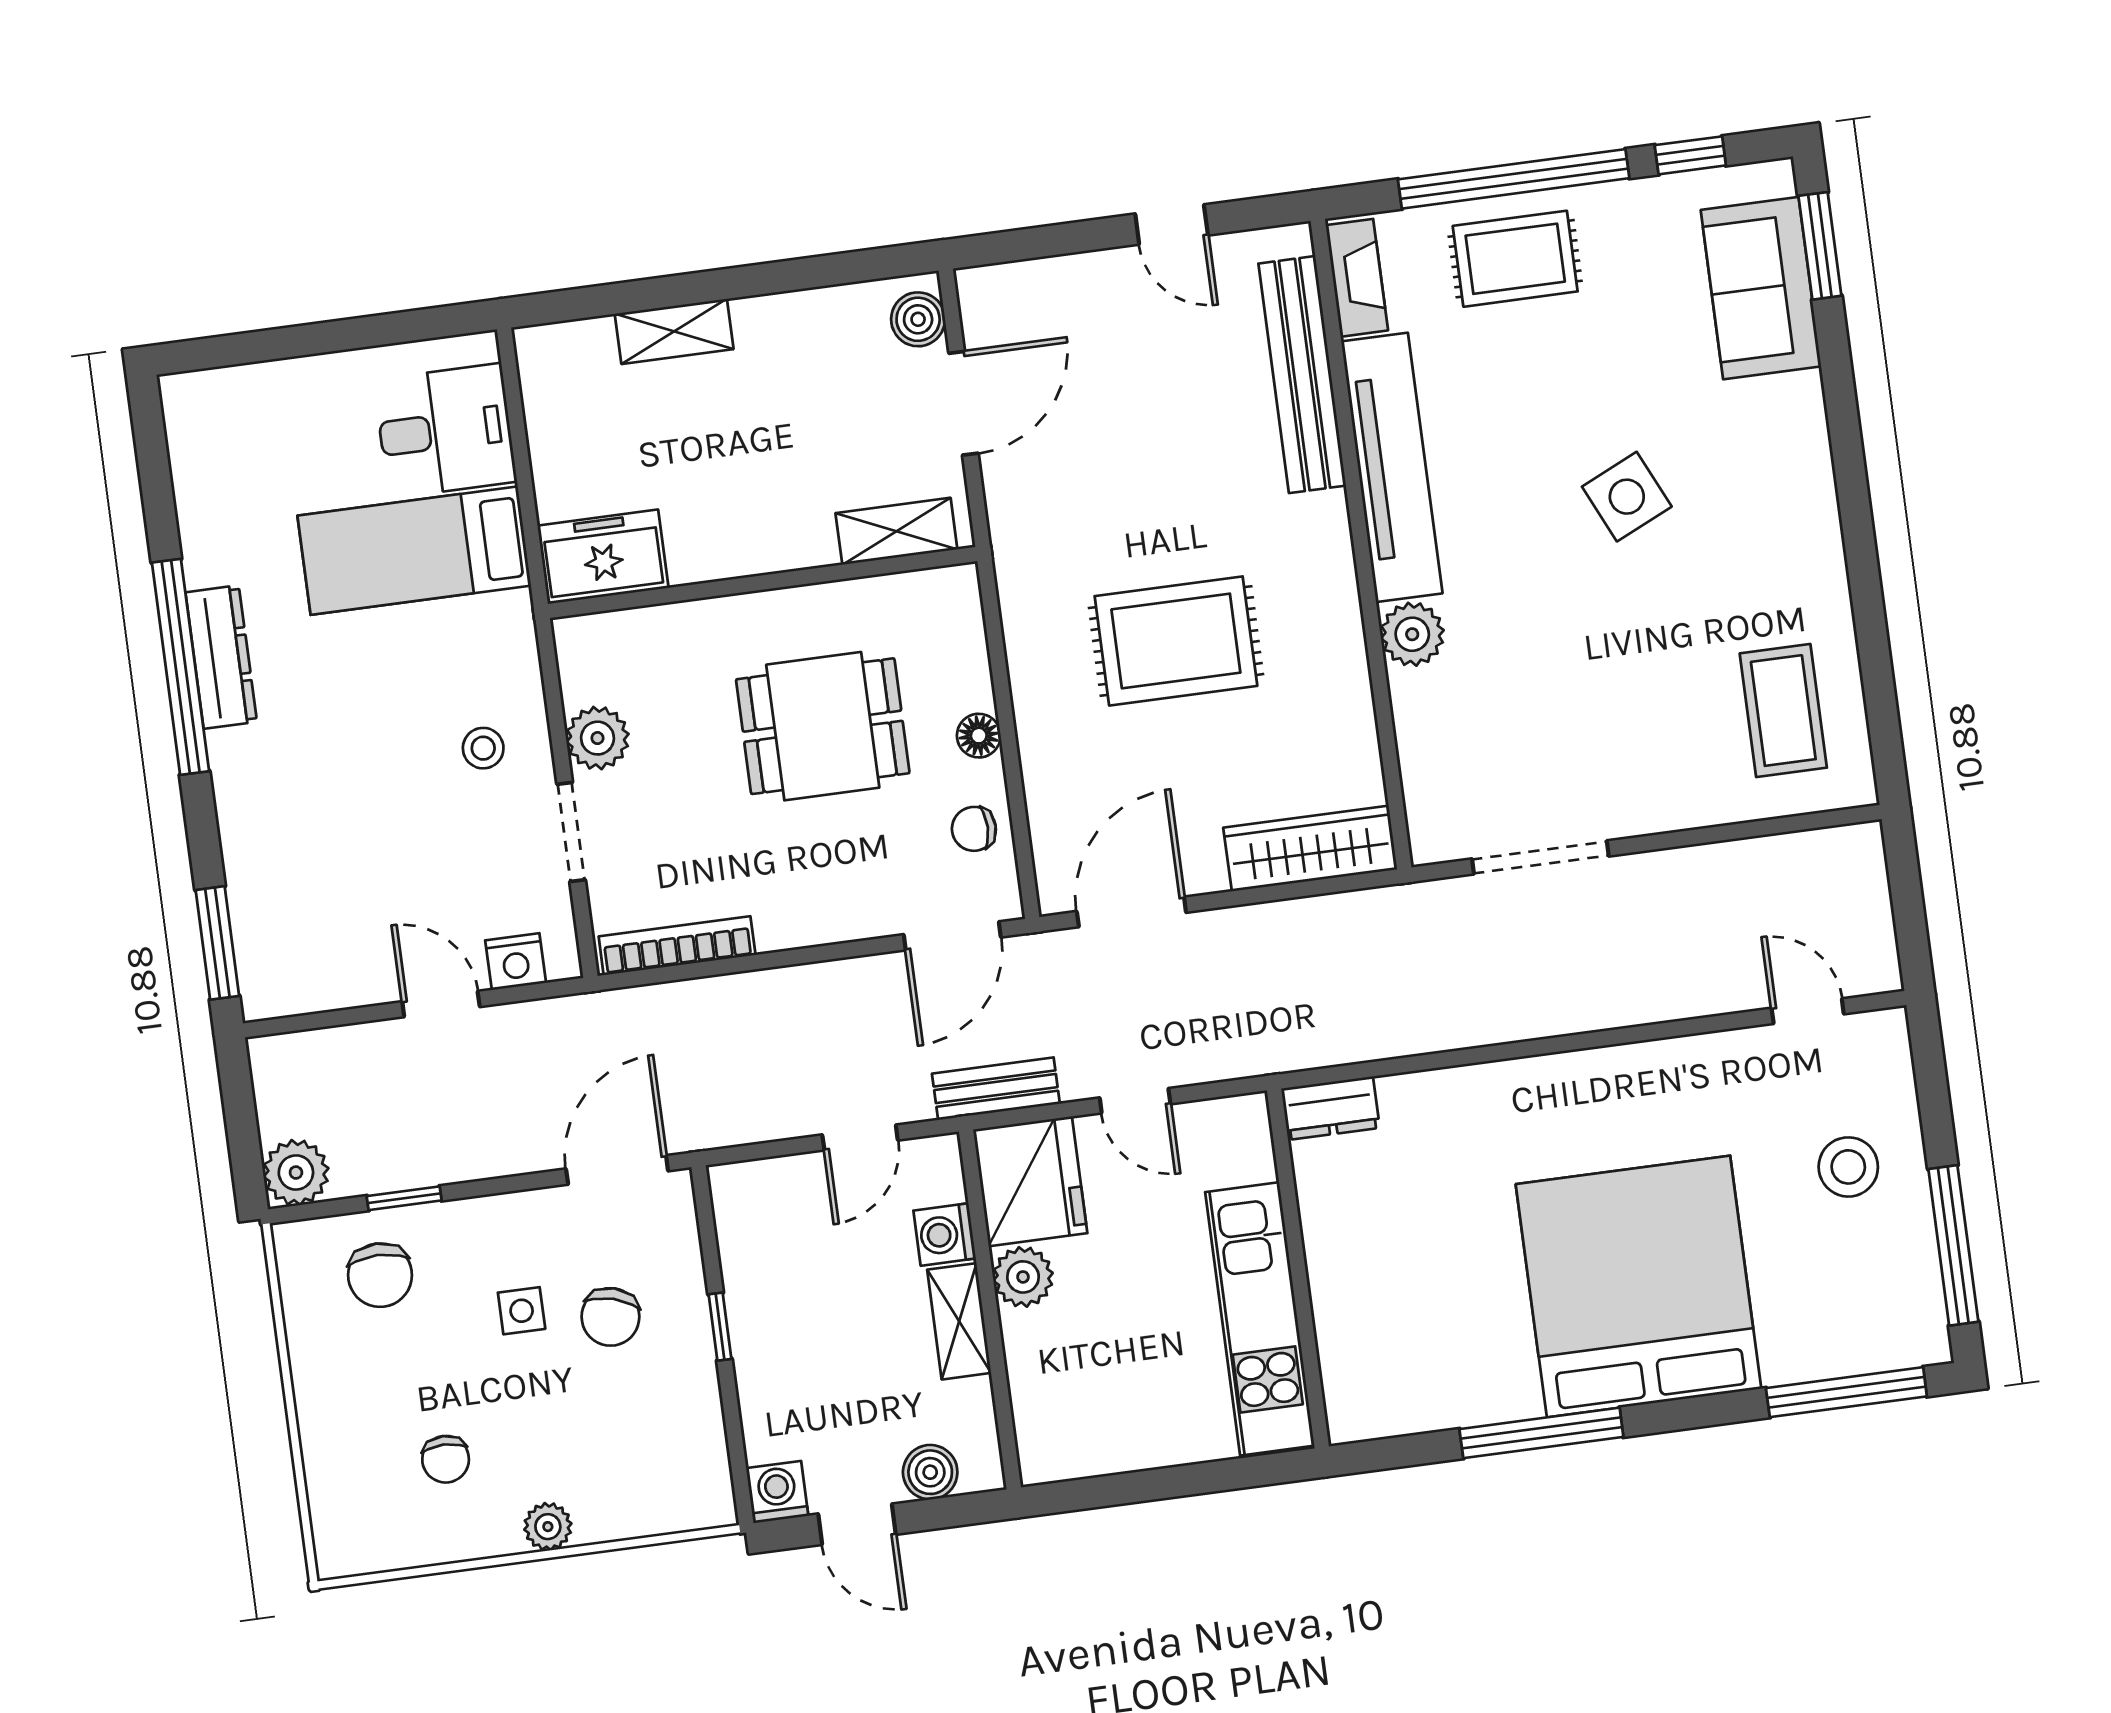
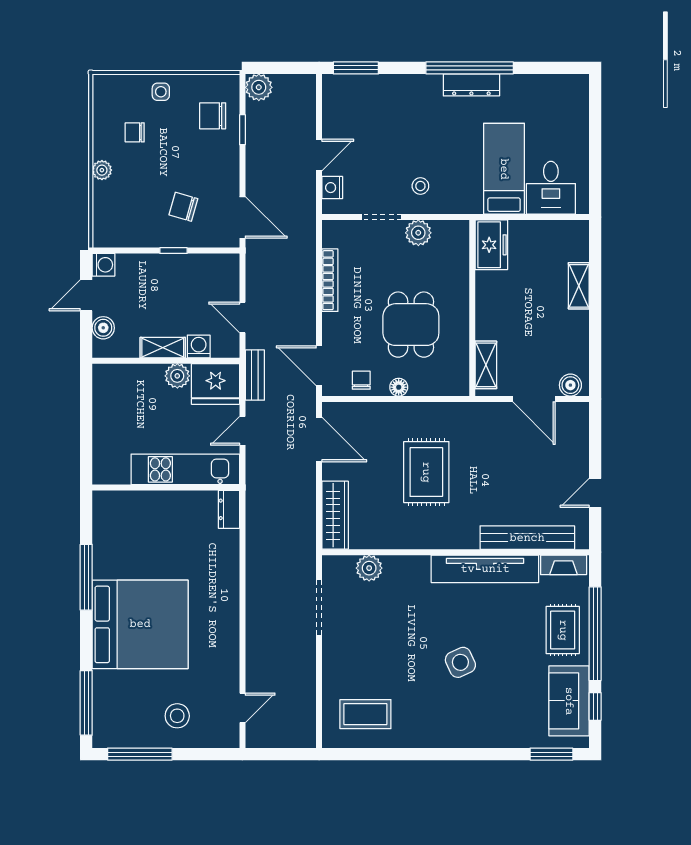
sofa: (1761, 288) -> (569, 701), moved, turned -90
plant: (1412, 634) -> (369, 568), moved
bookcase: (677, 946) -> (330, 280), moved
side table: (522, 1311) -> (161, 92), moved
kitchen unit: (1260, 1319) -> (185, 469), moved

